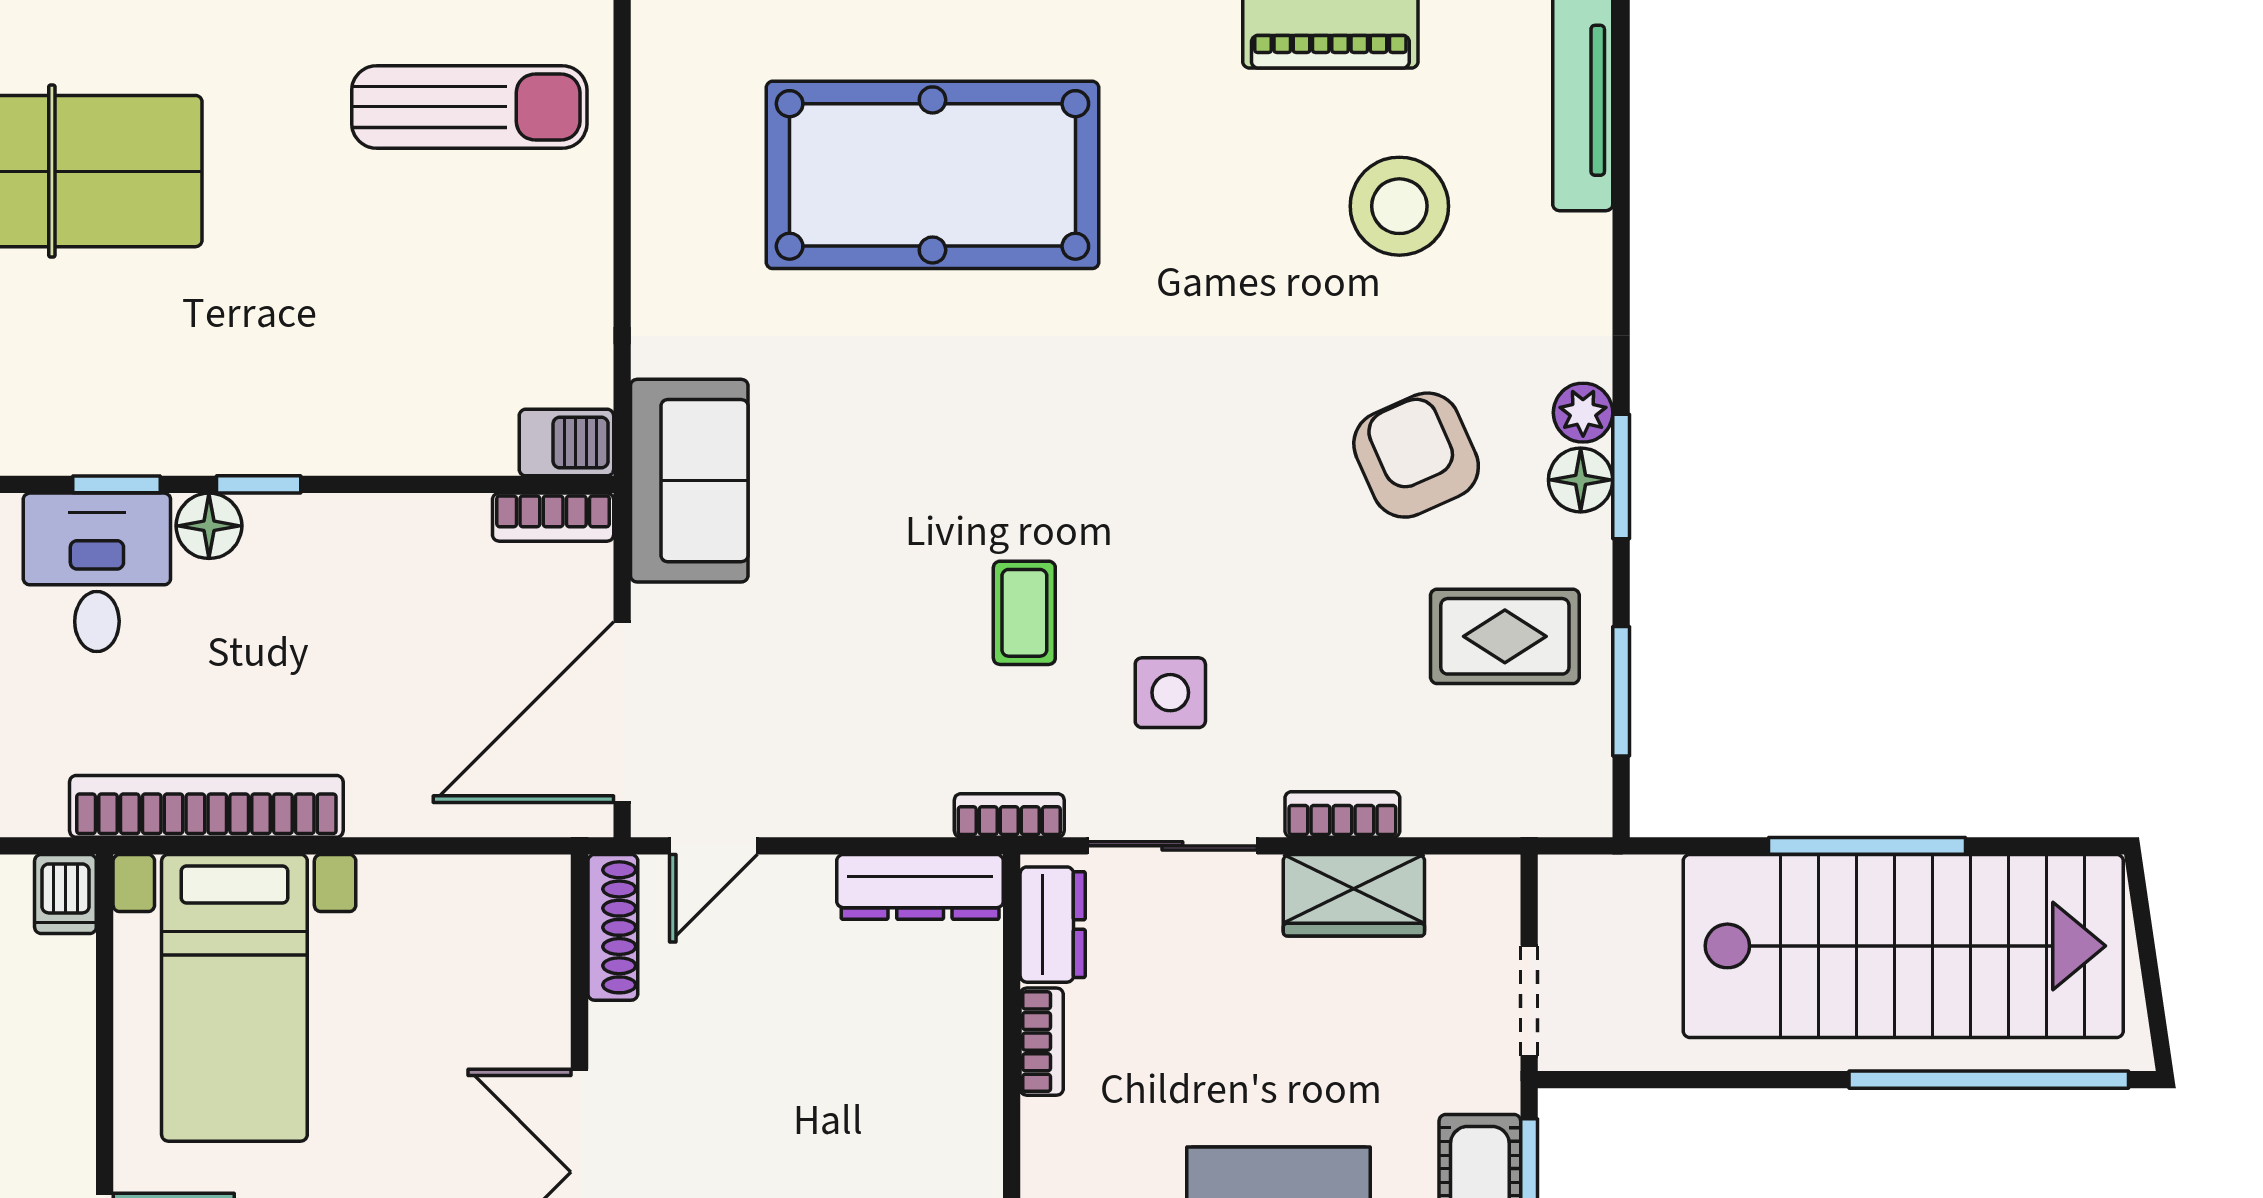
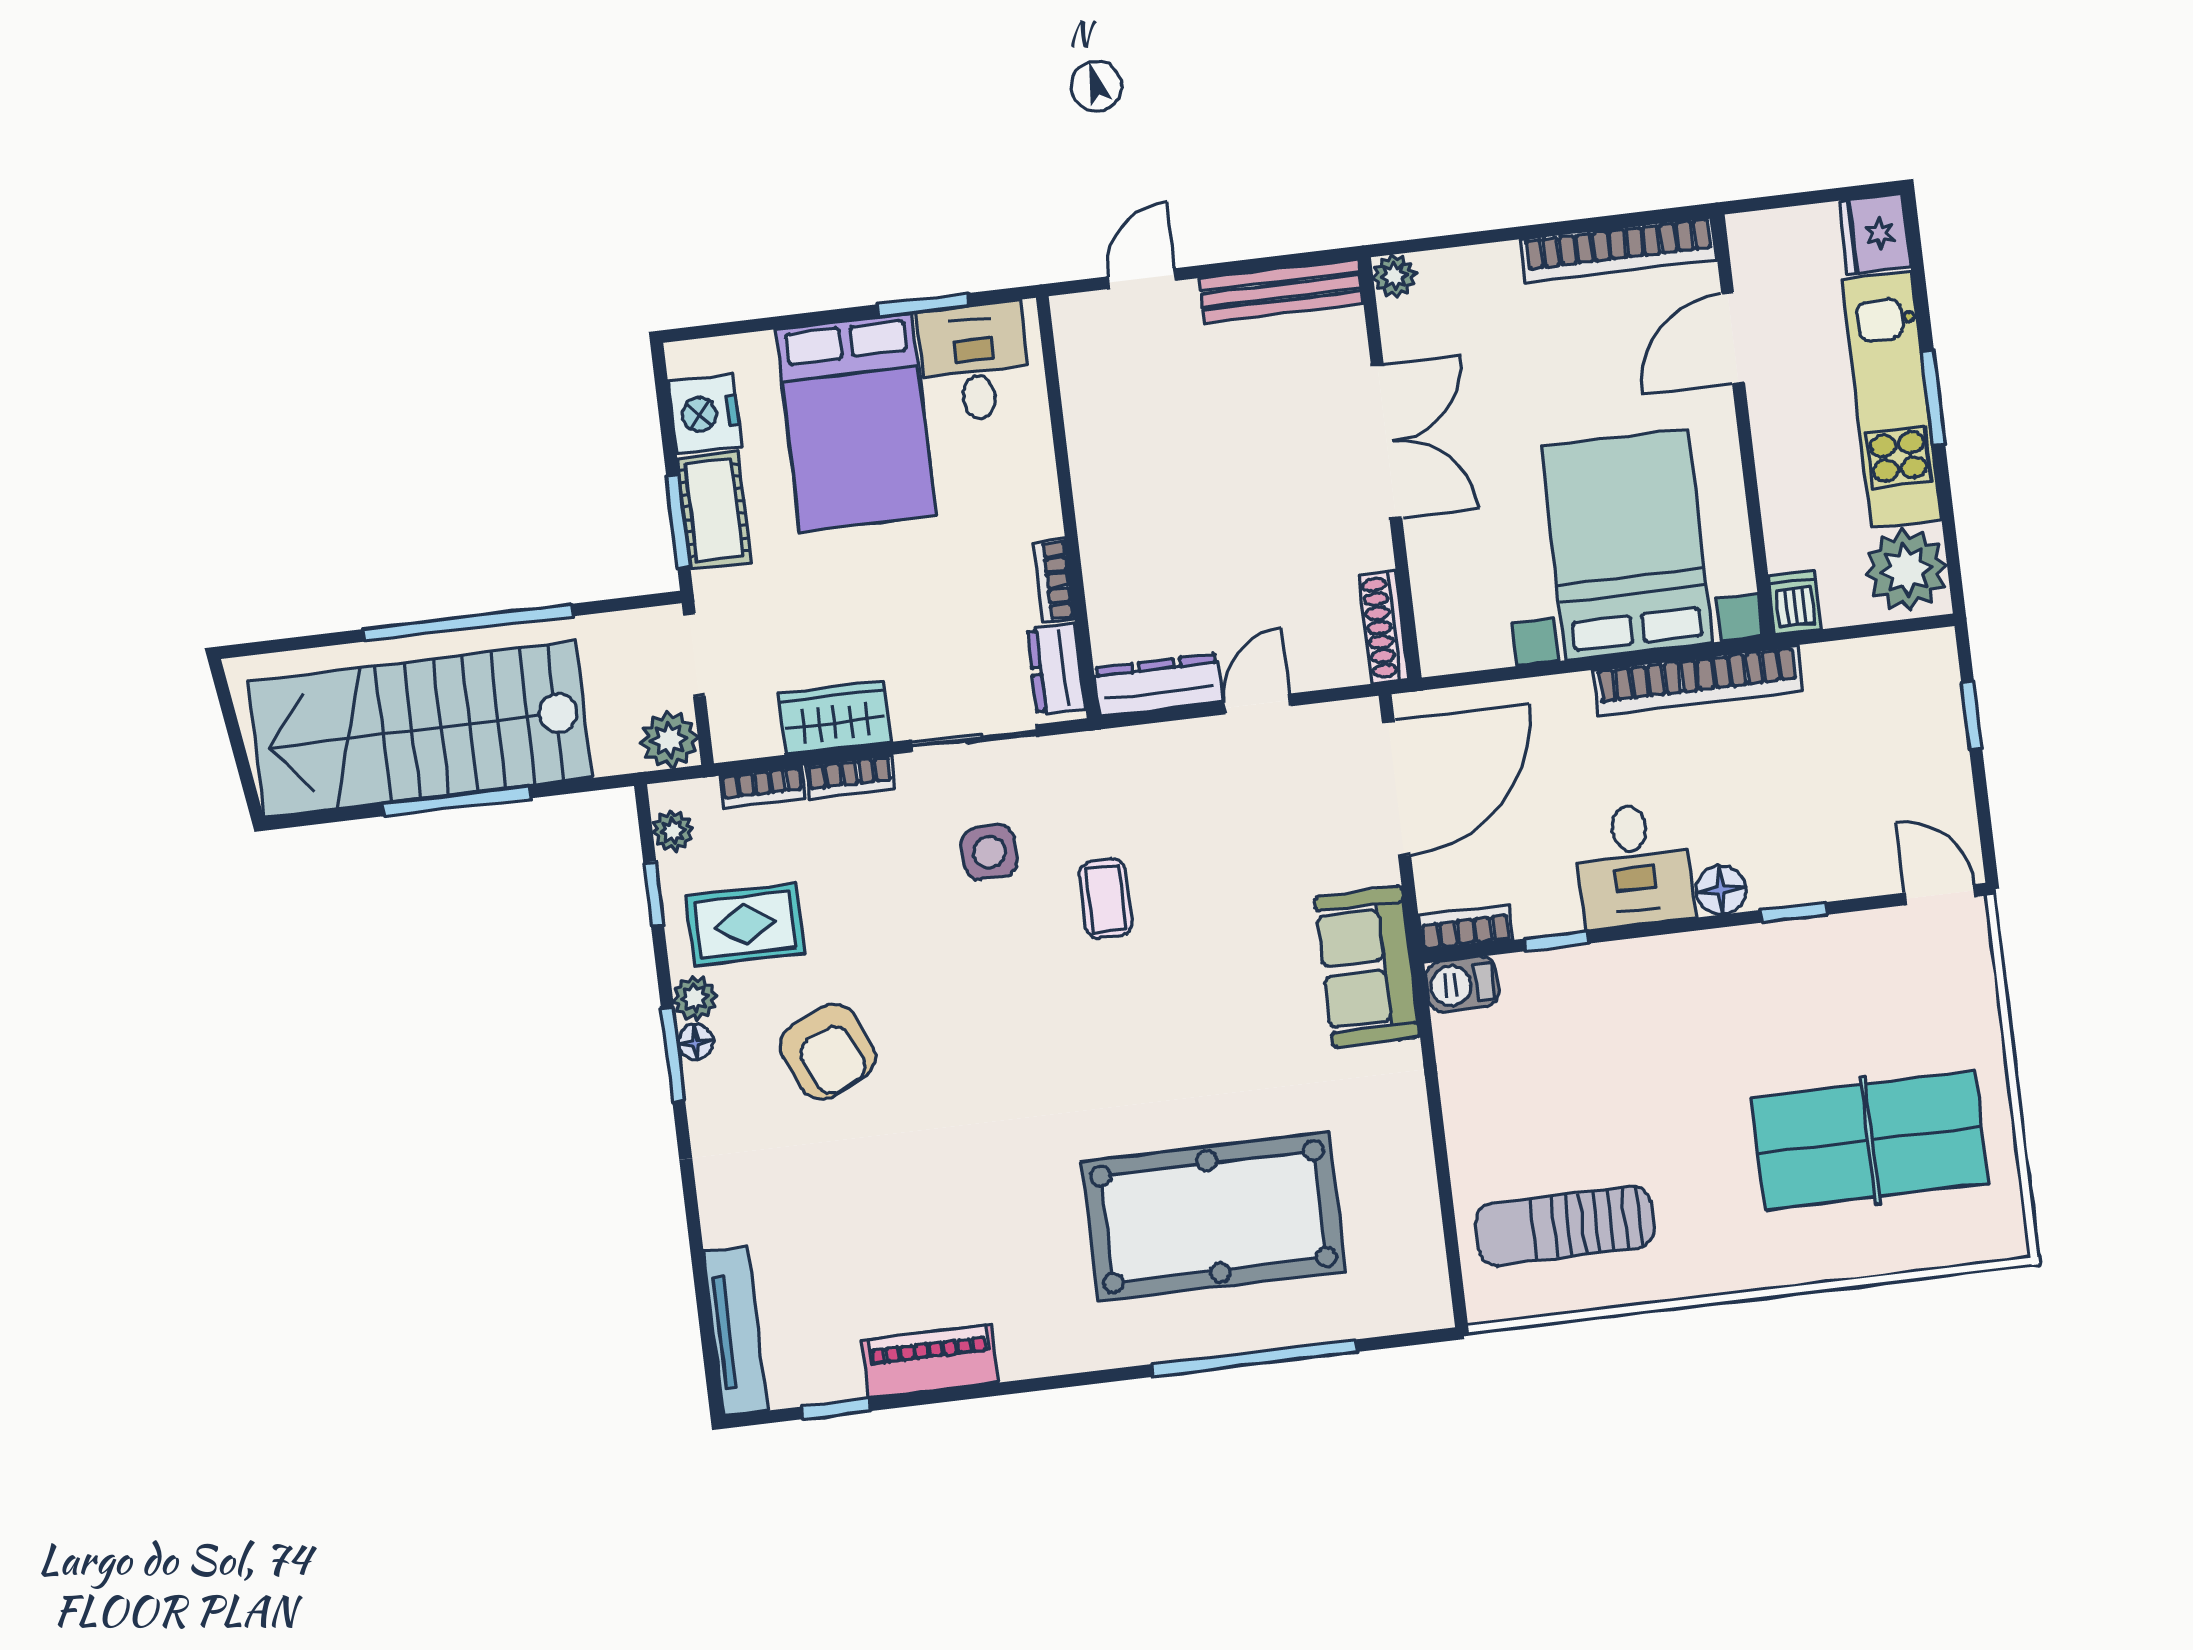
stool: (1399, 206) -> (863, 1236), removed
plant: (1583, 413) -> (695, 998), moved
floor lamp: (1581, 480) -> (696, 1042), width x0.73, depth x0.73
window: (259, 484) -> (1556, 941), moved
desk: (97, 572) -> (1633, 865), moved
window: (1621, 691) -> (654, 894), width x0.67
plant: (1586, 771) -> (673, 831), added
bookcase: (1009, 815) -> (762, 787), moved
door: (714, 846) -> (1257, 704), moved
plant: (1576, 893) -> (669, 740), added
bed with nightstands: (234, 998) -> (1627, 544), width x1.36
window: (1989, 1080) -> (468, 623), moved

